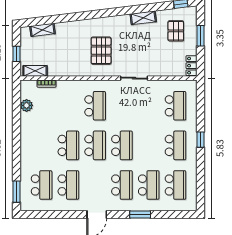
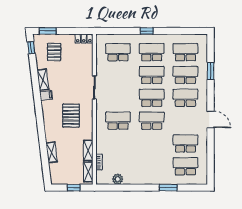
filing cabinet: (125, 21) -> (46, 95), added
shelving: (42, 30) -> (52, 152), moved
pallet: (176, 31) -> (54, 52), turned 90
window: (200, 36) -> (48, 31), moved
pallet: (101, 51) -> (71, 116), turned 90
shelving: (60, 71) -> (88, 150), added
school desk: (68, 145) -> (152, 75), moved
window: (17, 192) -> (168, 188), moved
window: (140, 215) -> (211, 71), moved

